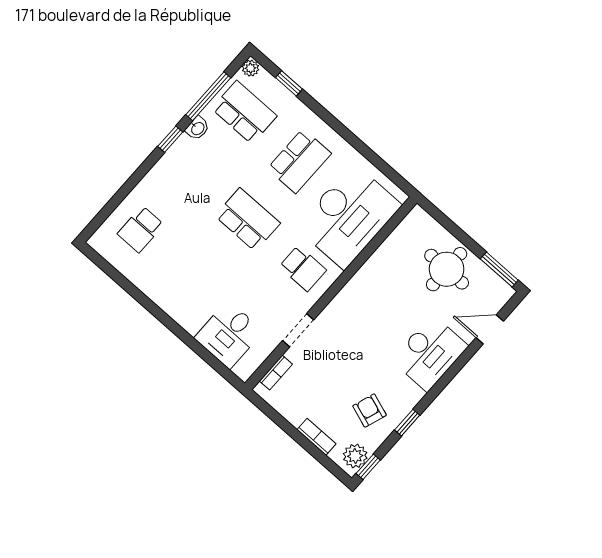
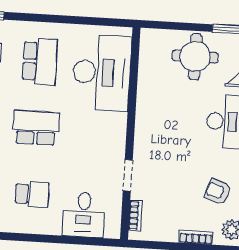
school desk: (303, 268) -> (32, 194), moved

